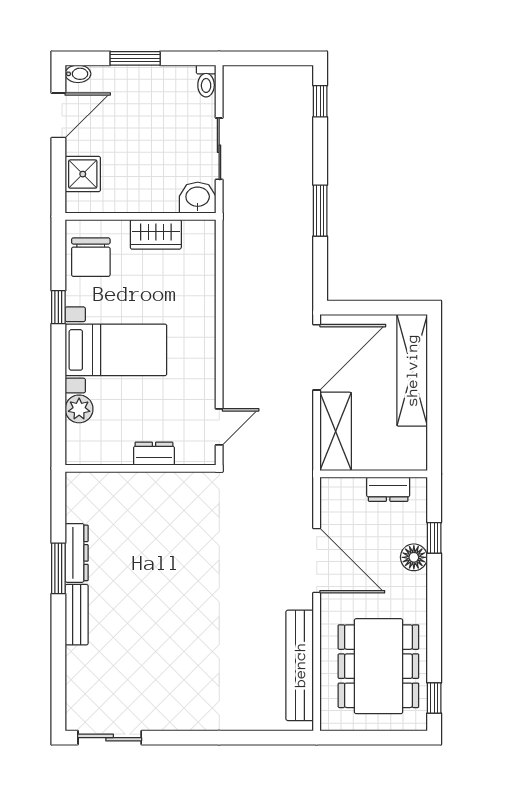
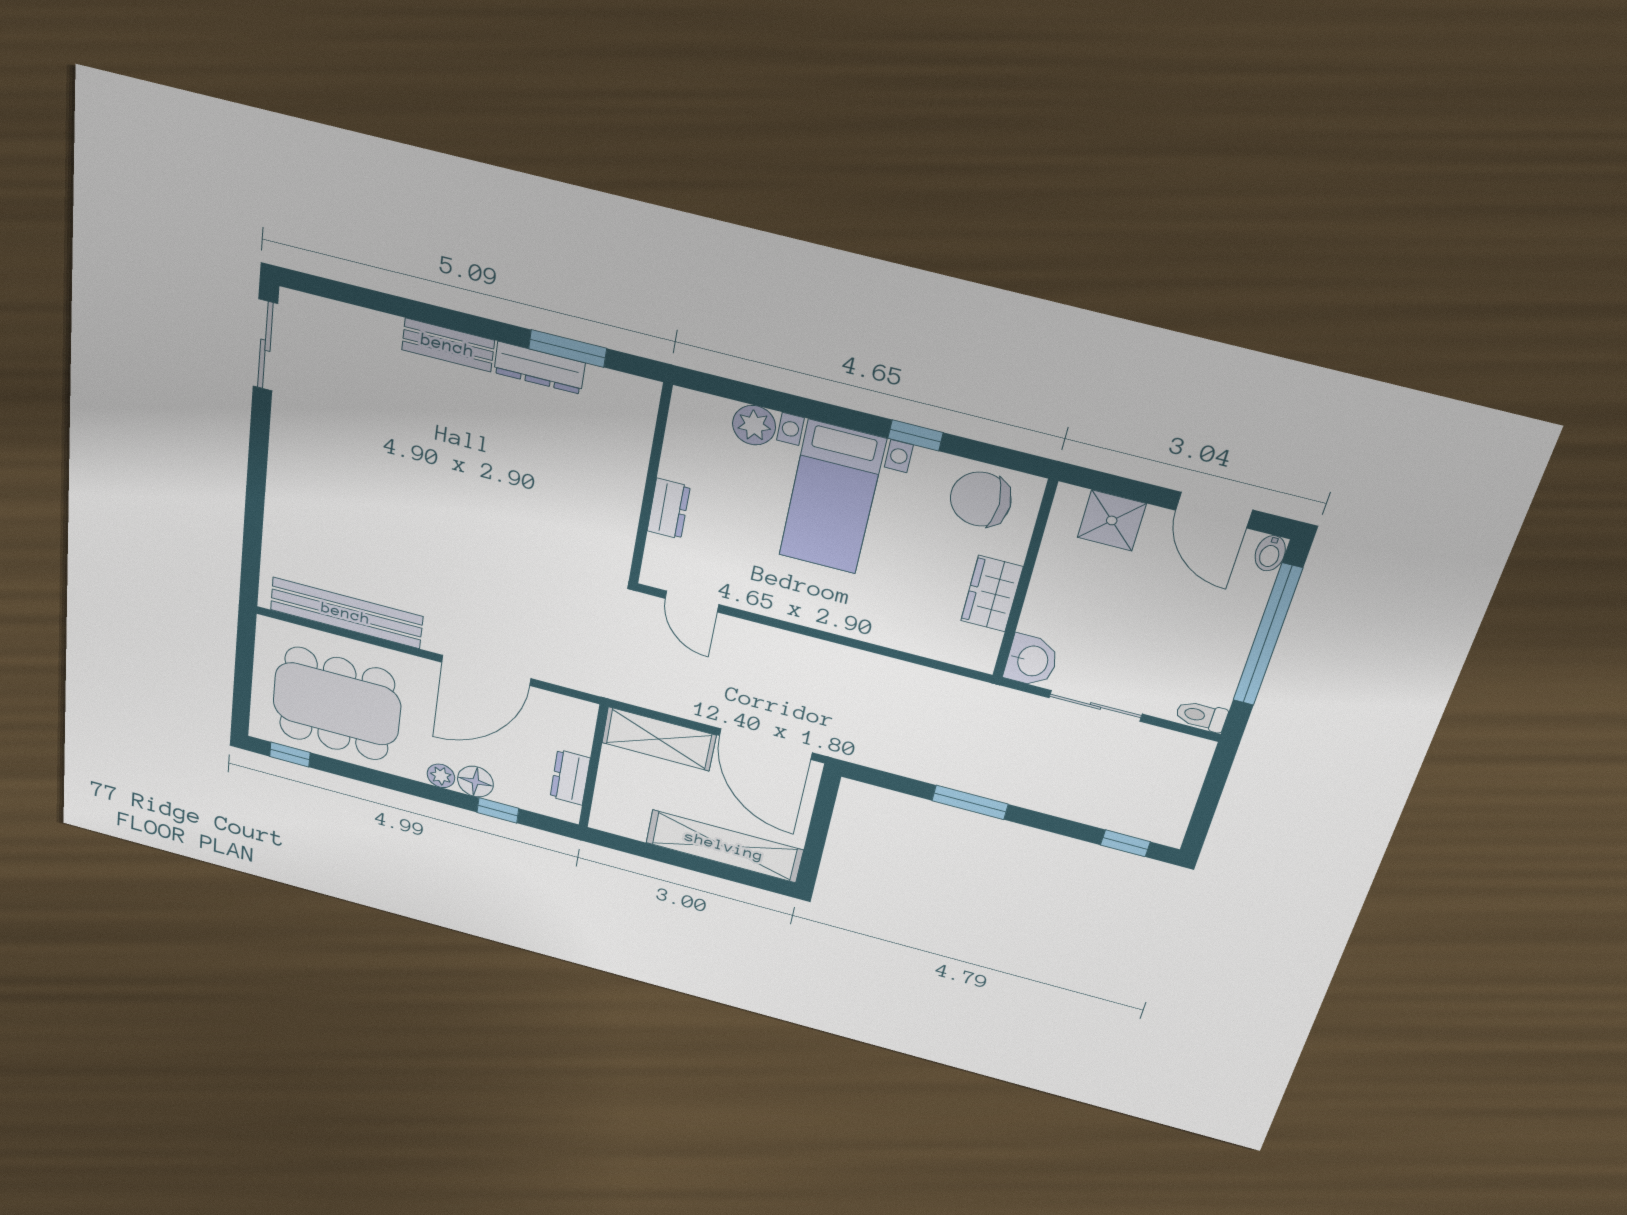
window: (135, 58) -> (1267, 635), width x2.11
window: (58, 568) -> (568, 348), moved
plant: (417, 583) -> (441, 776), added

